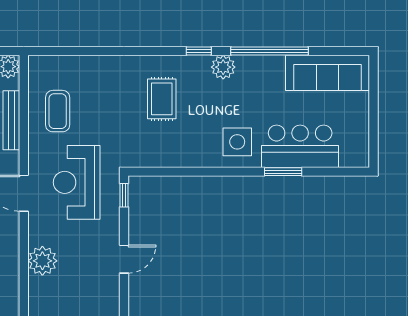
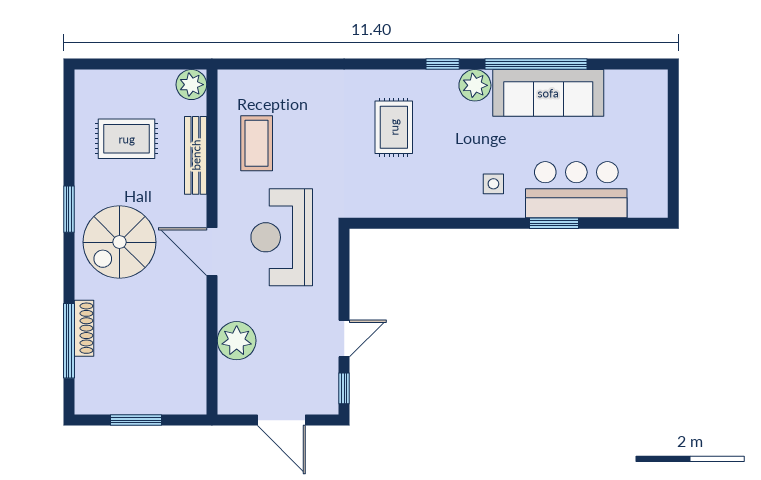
sofa: (327, 73) -> (548, 93), moved
side table: (237, 142) -> (493, 184), width x0.54, depth x0.54
window: (124, 195) -> (344, 388), moved

